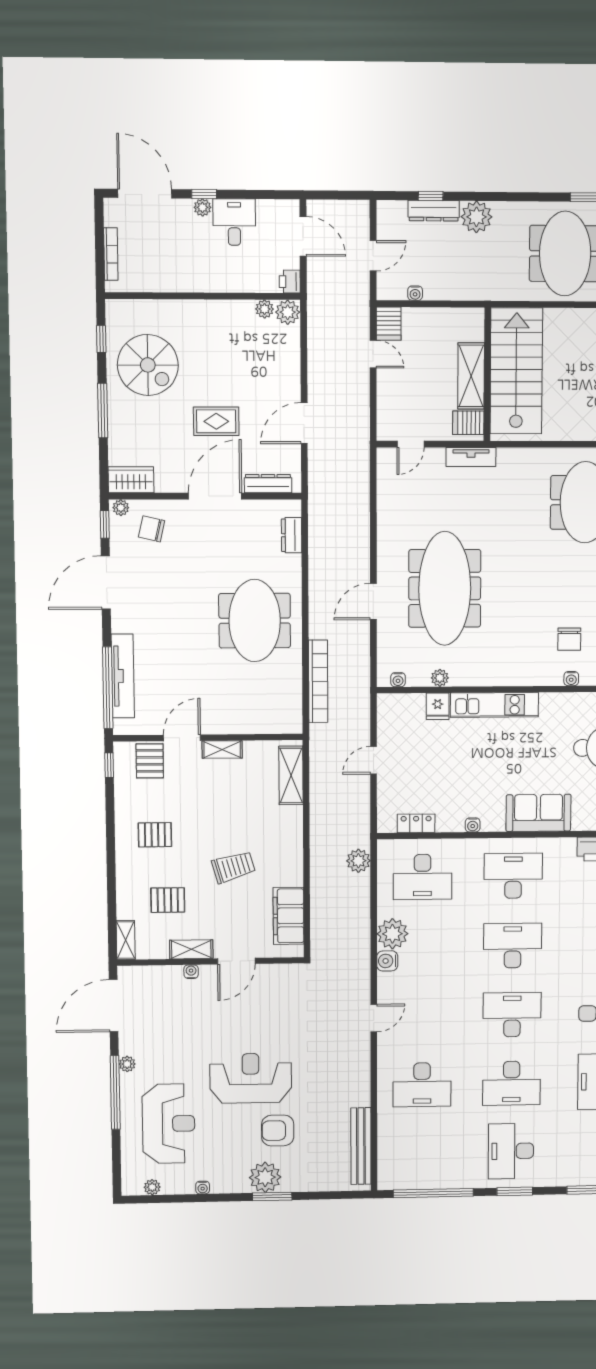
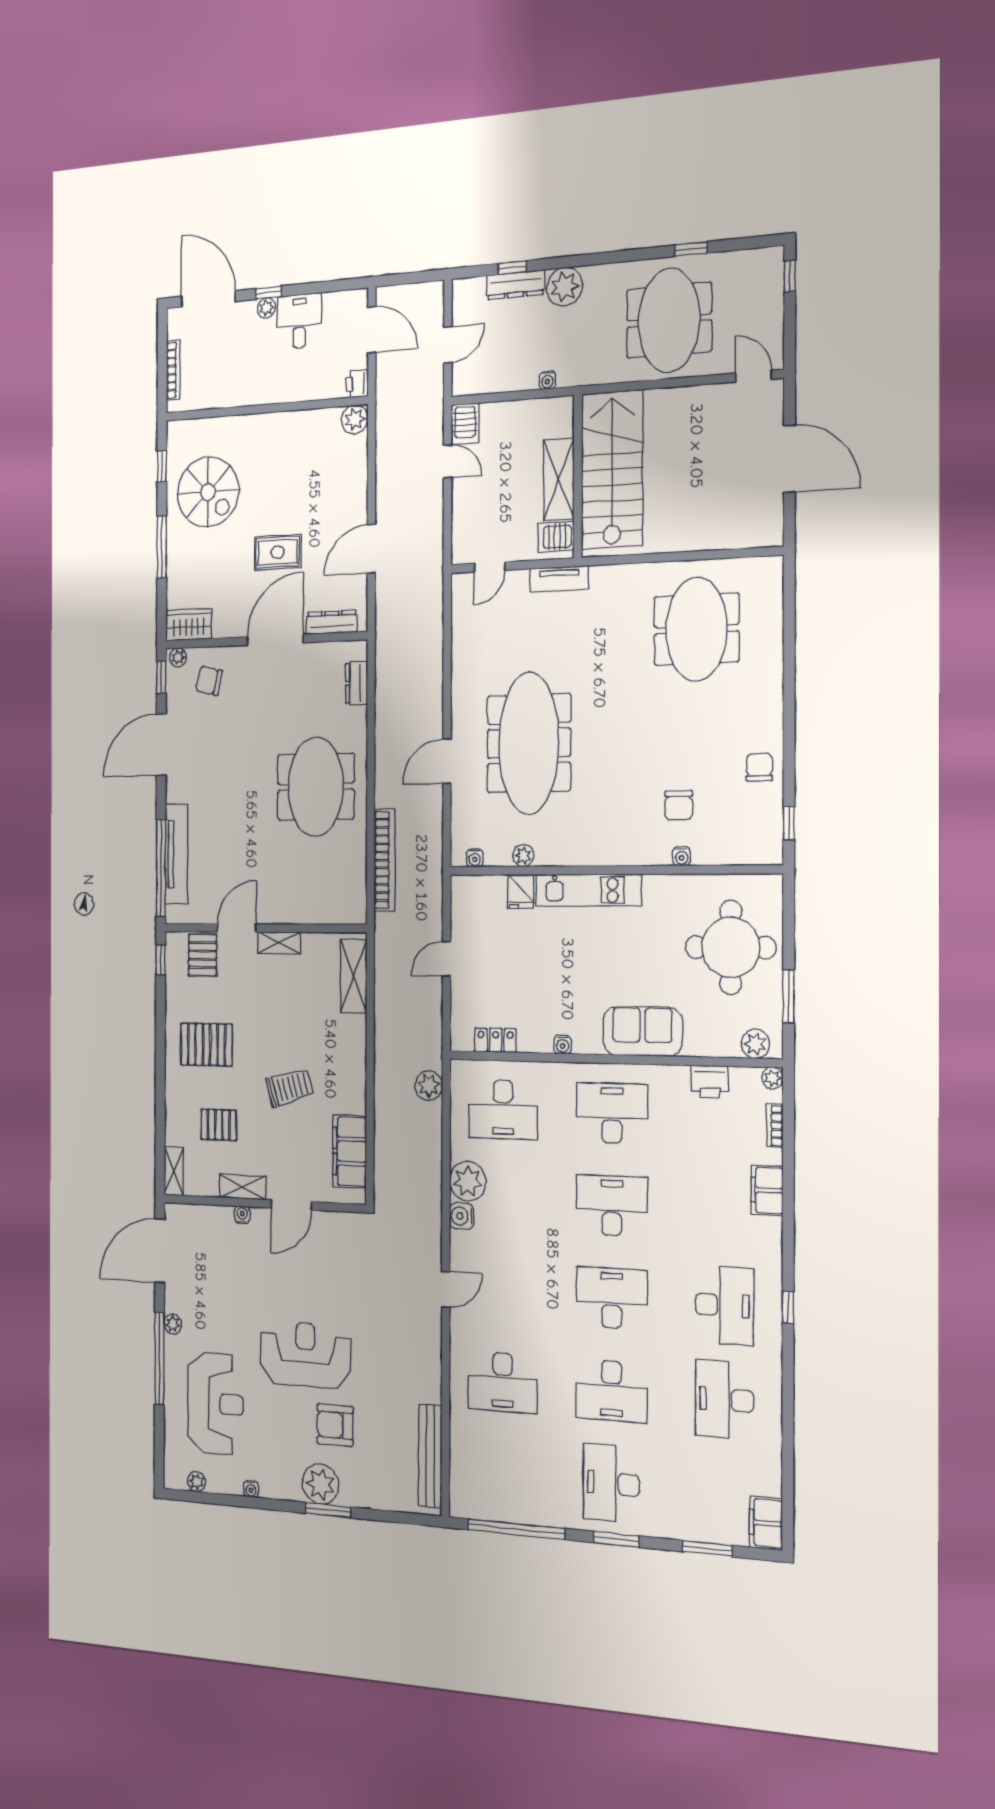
water cooler: (415, 293) -> (547, 380), moved
plant: (265, 309) -> (330, 418), removed
pallet: (155, 835) -> (206, 1045), width x1.50, depth x1.42

